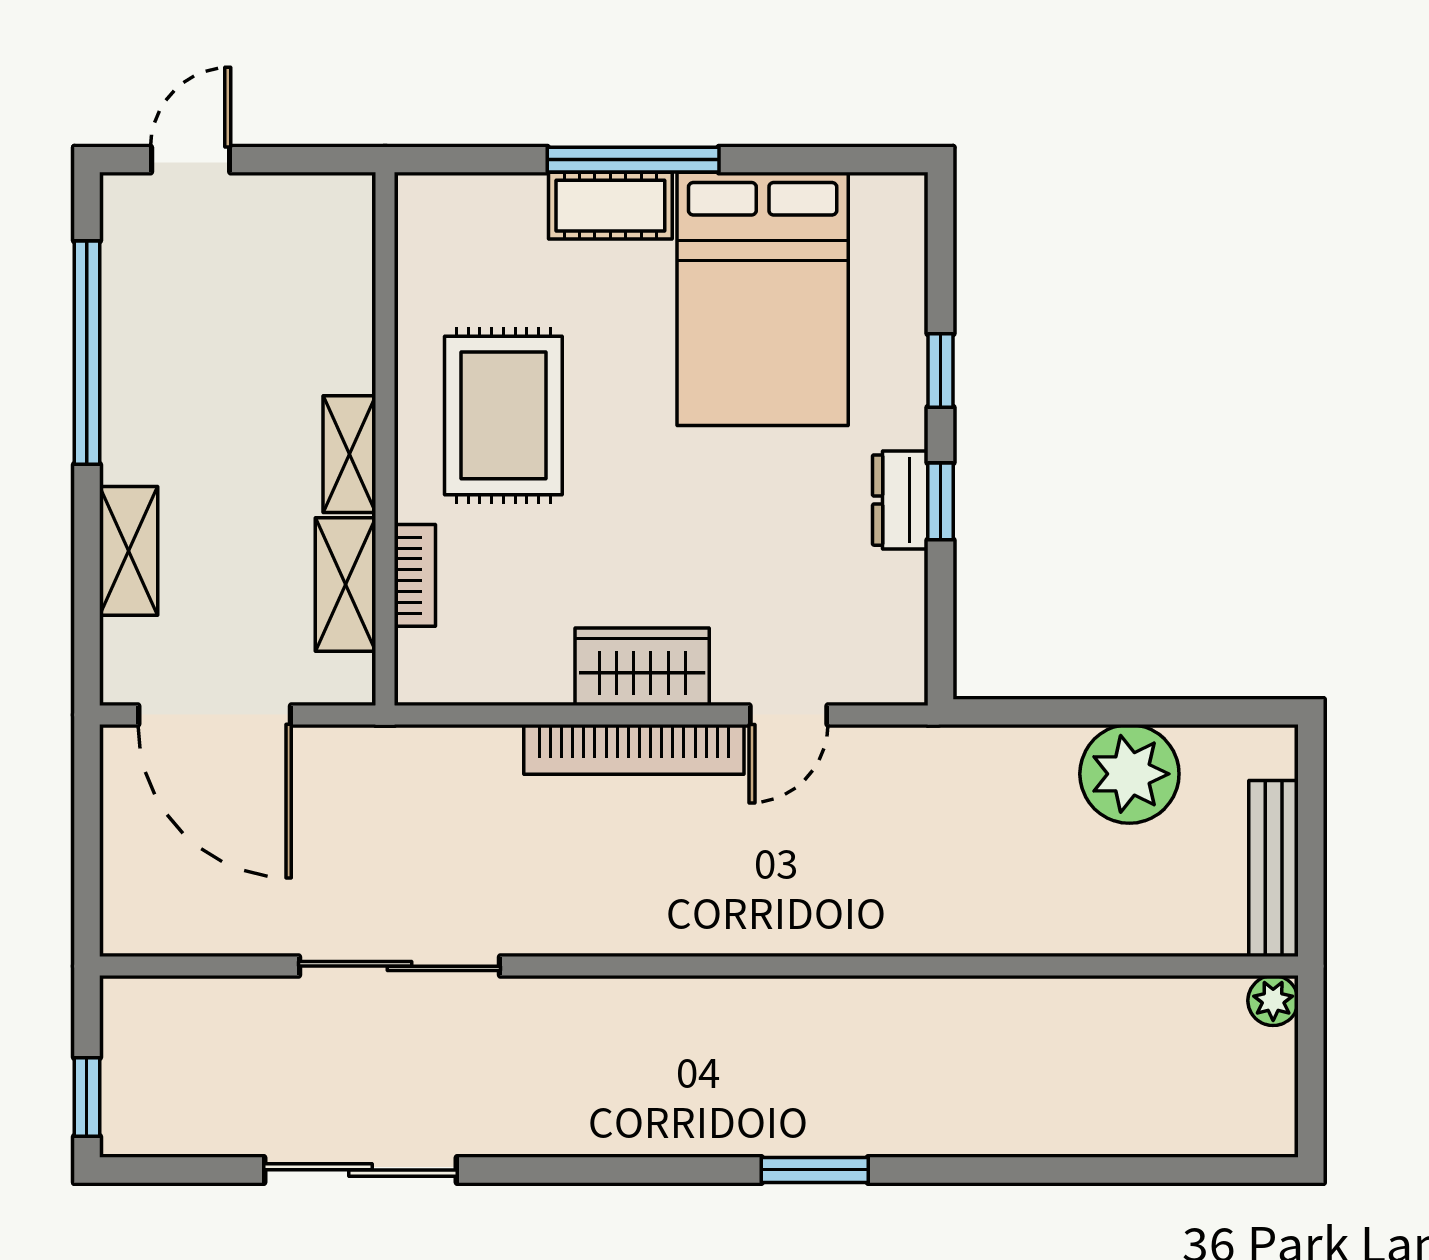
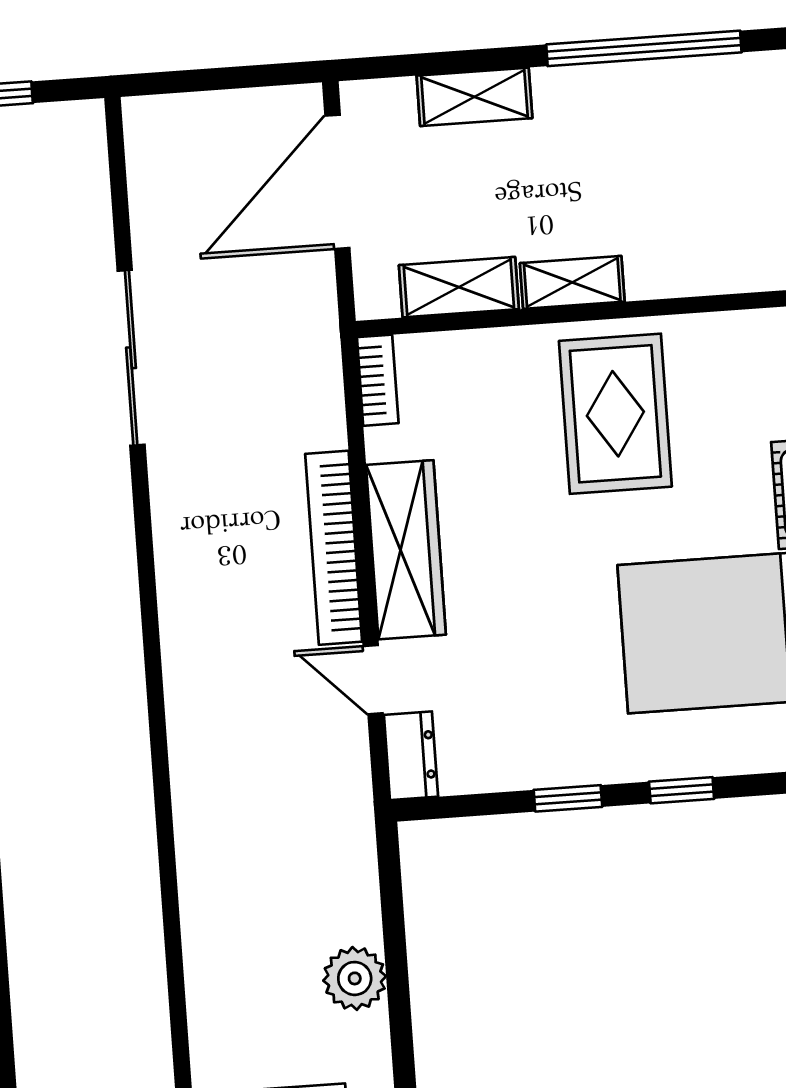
rug: (503, 415) -> (615, 414), turned 90
dresser: (900, 500) -> (411, 756), moved, turned 90
bookcase: (415, 575) -> (378, 380), moved, turned -90
wardrobe: (642, 667) -> (406, 550), width x1.50
plant: (1129, 774) -> (355, 978), width x0.73, depth x0.73

